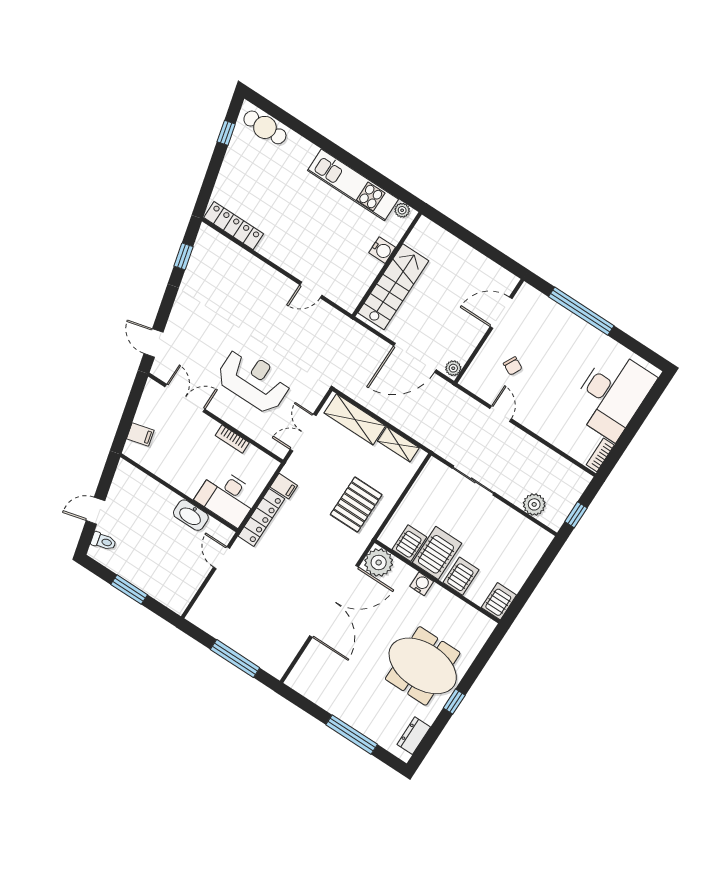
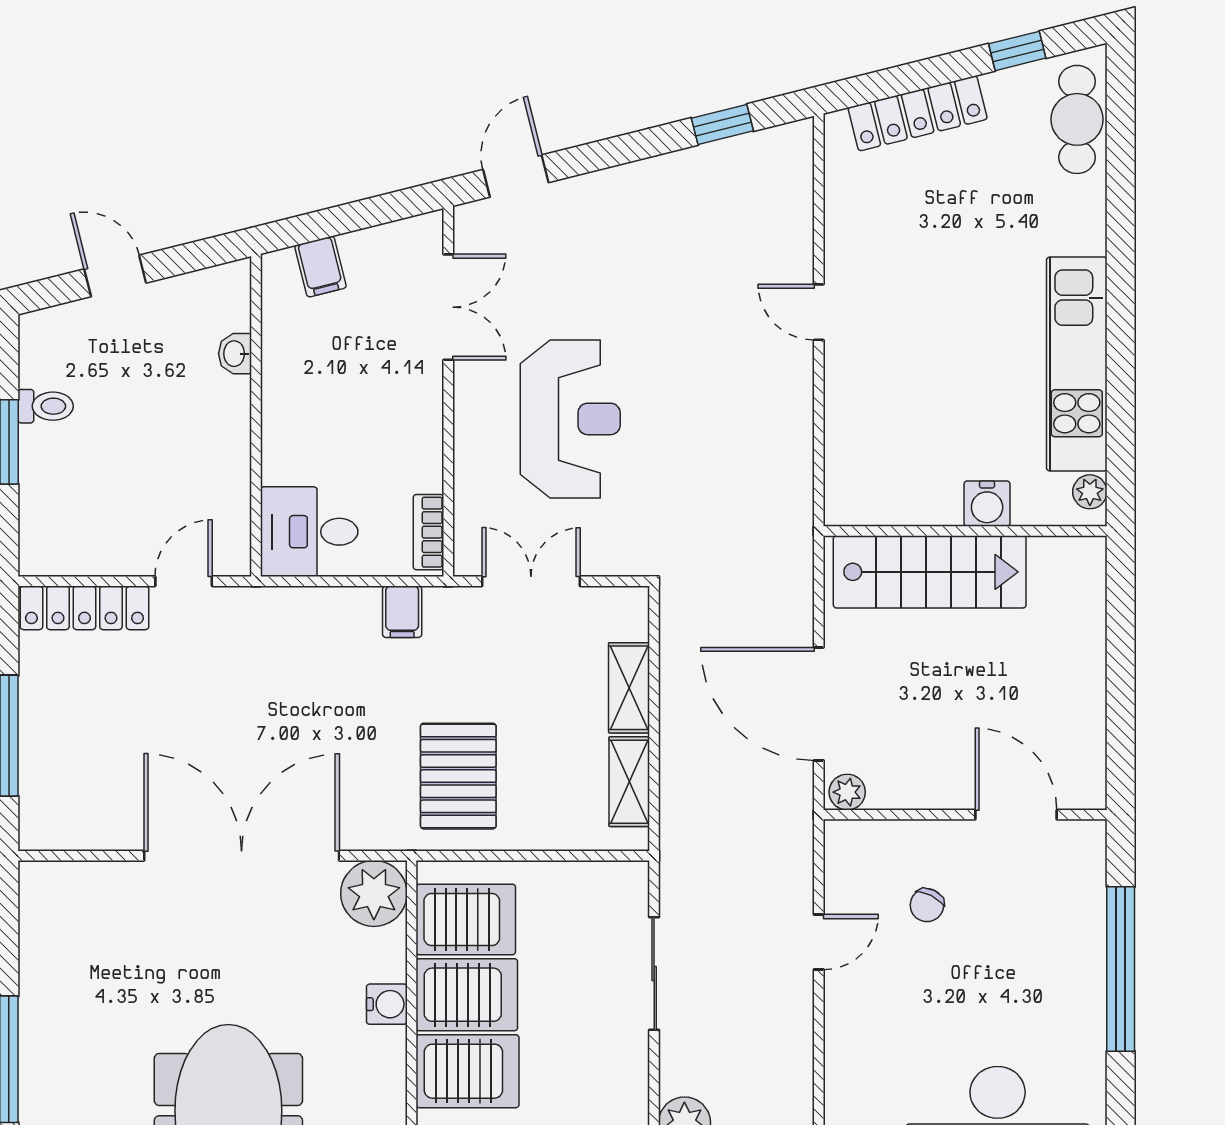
locker: (234, 226) -> (918, 113), moved, turned 76
door: (311, 290) -> (819, 312), moved
shelving: (355, 419) -> (629, 688), width x0.67, depth x0.75
bookcase: (232, 439) -> (429, 532), moved
desk: (227, 497) -> (309, 532), width x0.73
pallet: (356, 505) -> (458, 776), turned 90
washbasin: (191, 515) -> (235, 354), moved, width x0.52, depth x0.69
locker: (261, 517) -> (84, 608), moved
toilet: (104, 541) -> (46, 406), moved, turned -76
server rack: (409, 543) -> (466, 919), width x1.36, depth x1.44
server rack: (461, 576) -> (467, 1071), width x1.36, depth x1.44
double door: (334, 601) -> (242, 856), swing flipped

